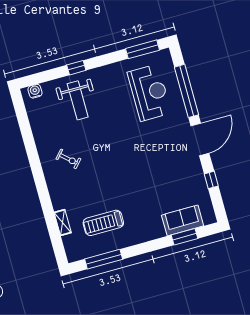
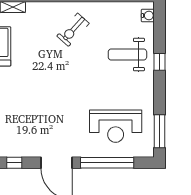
exercise bike: (68, 159) -> (73, 30), width x1.38, depth x1.39

